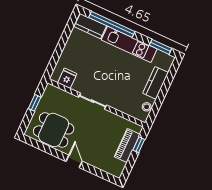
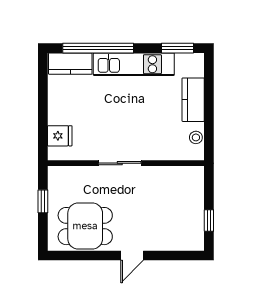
fridge: (67, 78) -> (60, 136), moved, turned 90
piano: (127, 145) -> (194, 201), removed
window: (139, 145) -> (209, 221), moved
door: (74, 161) -> (132, 256), swing flipped

